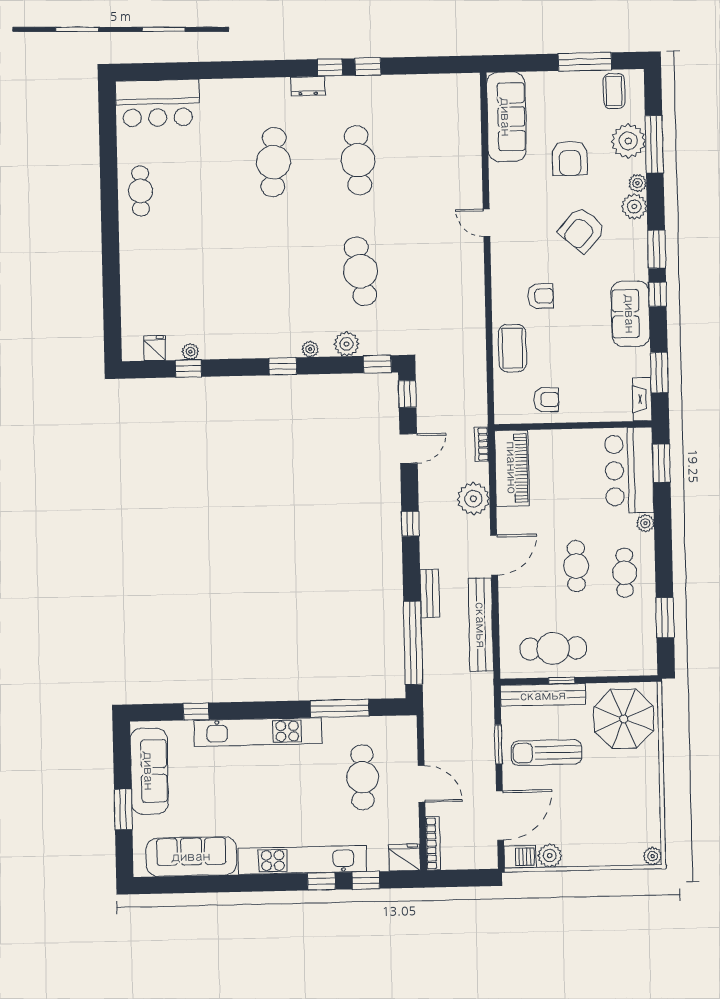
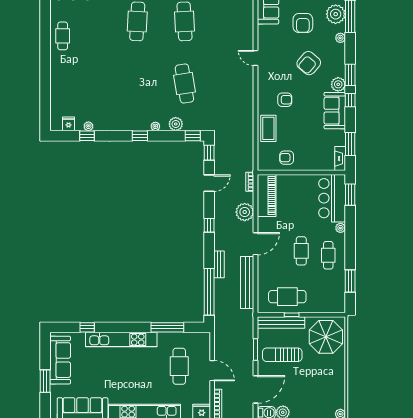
plant: (634, 207) -> (338, 84), moved
armchair: (546, 400) -> (287, 158), turned 180

